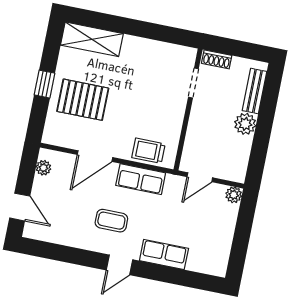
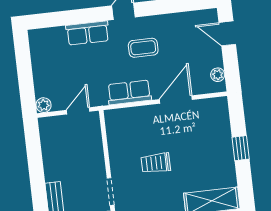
pallet: (83, 100) -> (203, 145), removed
plant: (245, 124) -> (54, 170), removed
trolley: (148, 151) -> (156, 163), moved, turned 180

